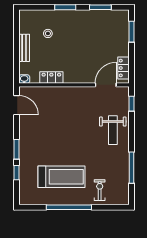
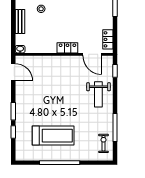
locker: (51, 78) -> (67, 48), moved
door: (106, 85) -> (92, 54), swing flipped
exercise bike: (100, 190) -> (103, 143), moved

